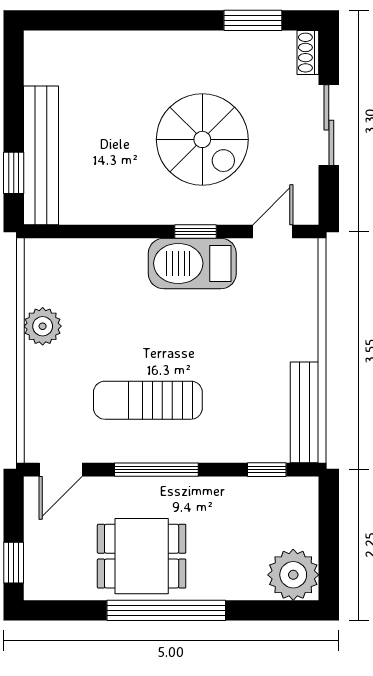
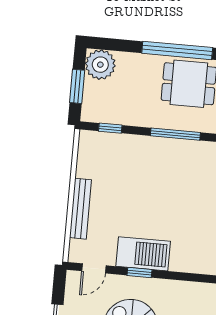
sun lounger: (148, 400) -> (177, 175), removed
bench: (305, 412) -> (80, 209), moved
window: (329, 535) -> (77, 86), added

